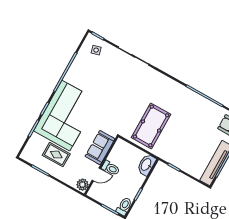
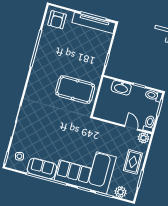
plant: (32, 146) -> (121, 192), added
sofa: (100, 148) -> (42, 168), moved, turned 180
rug: (56, 155) -> (133, 162), moved
washbasin: (146, 165) -> (121, 88), moved
toilet: (111, 168) -> (149, 124), moved

